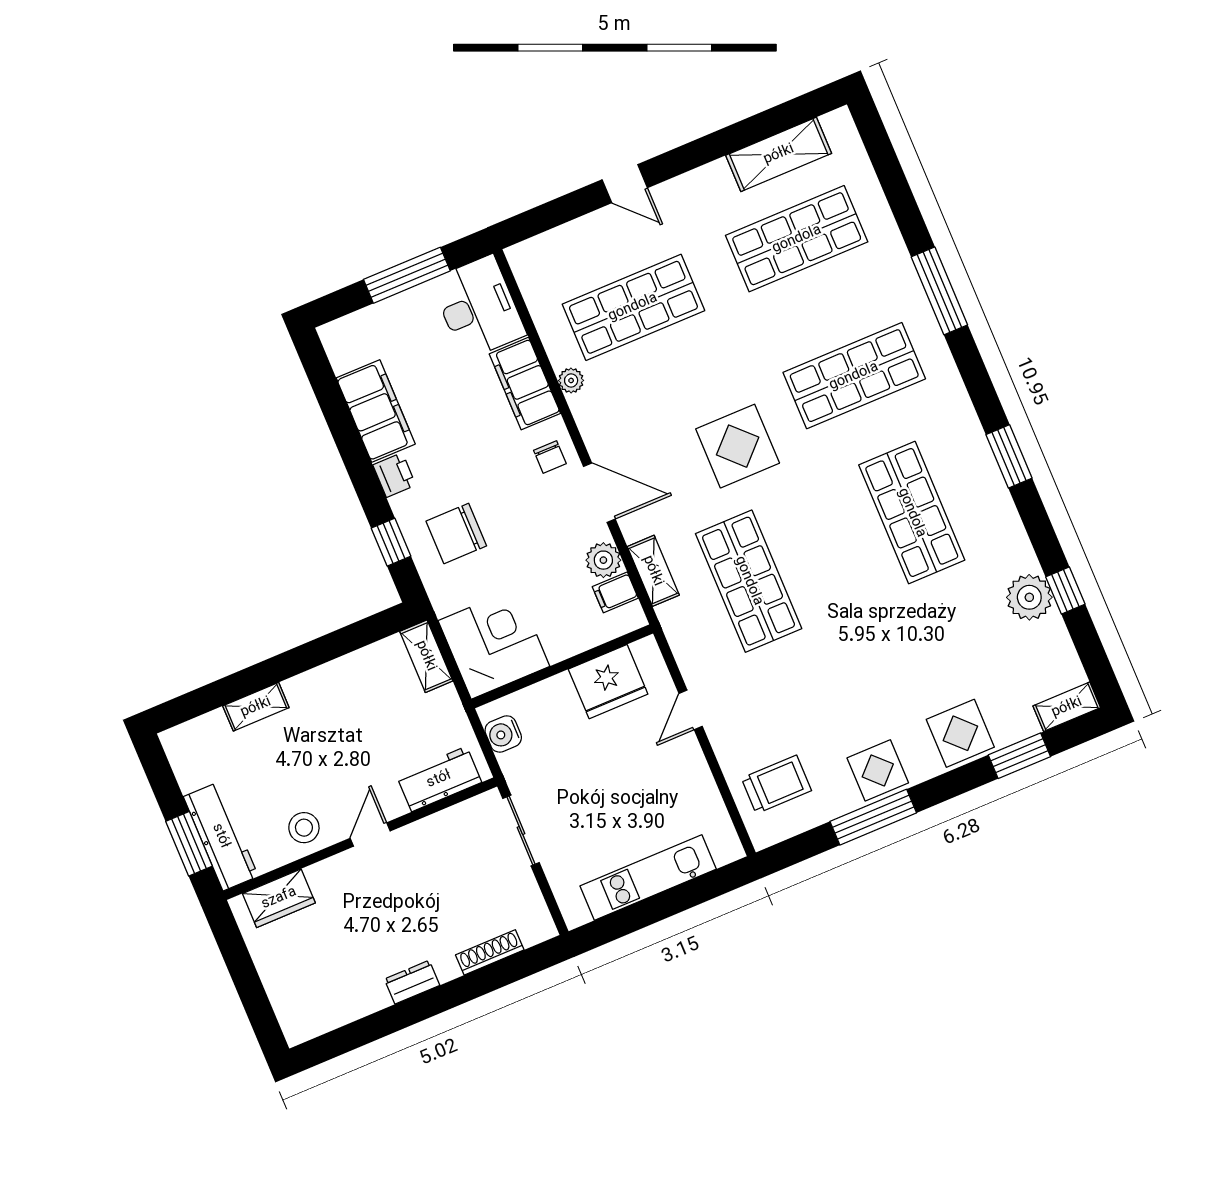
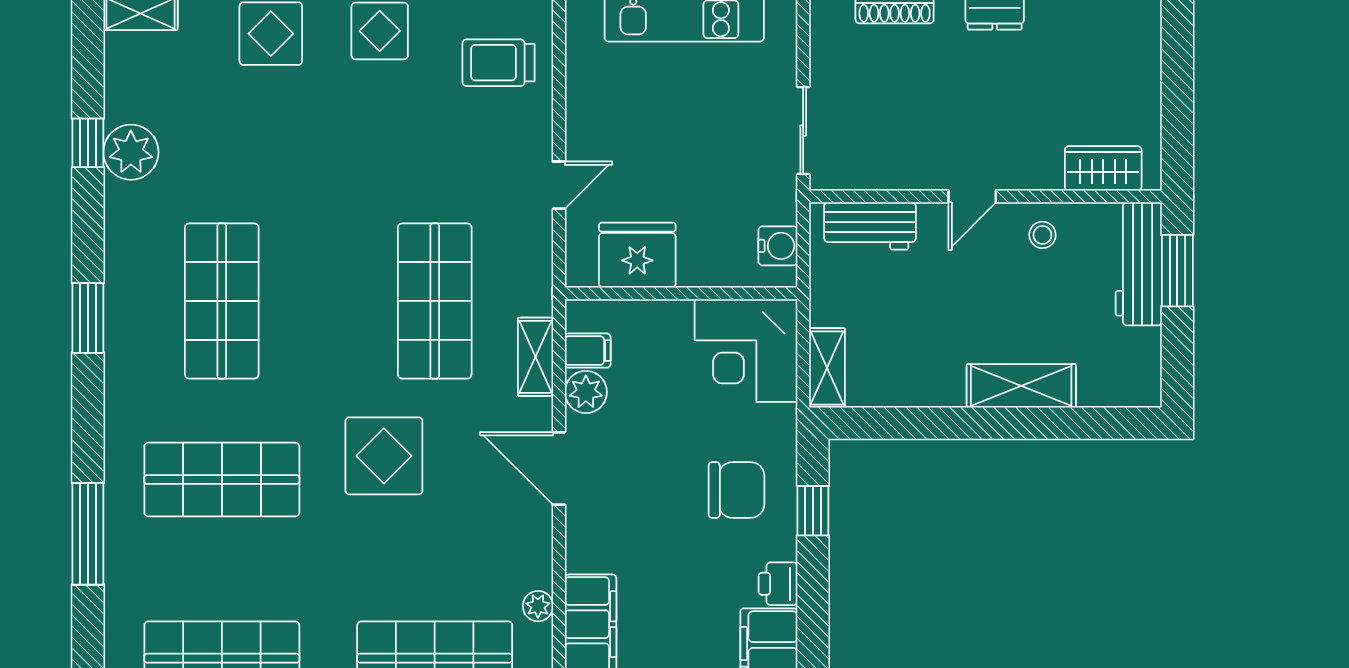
chair: (550, 457) -> (597, 531), removed
shelving: (256, 707) -> (1021, 386), width x1.50, depth x1.33
stool: (304, 828) -> (1042, 235), width x0.73, depth x0.73

